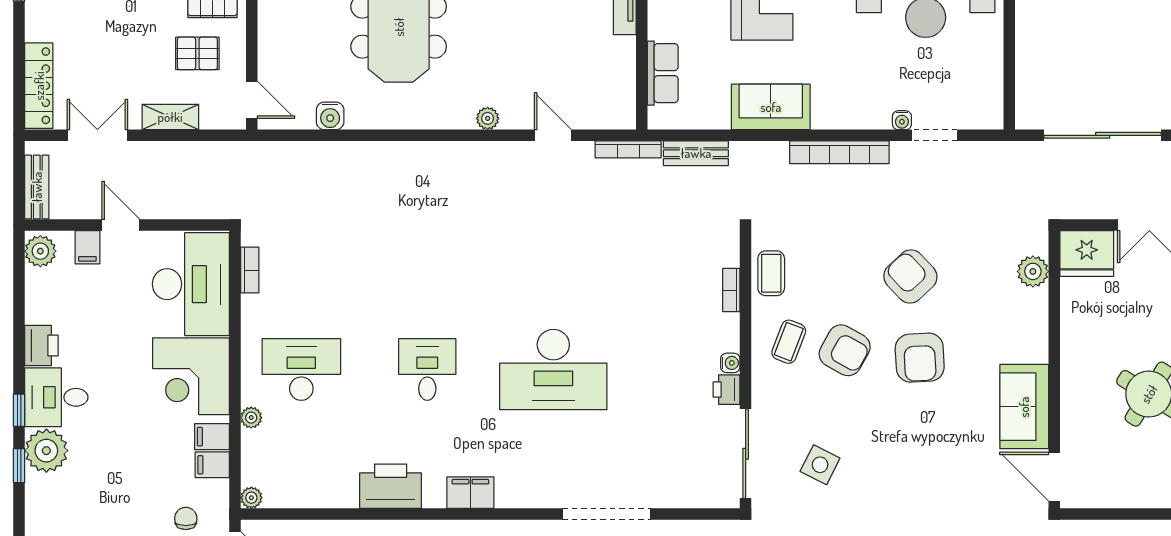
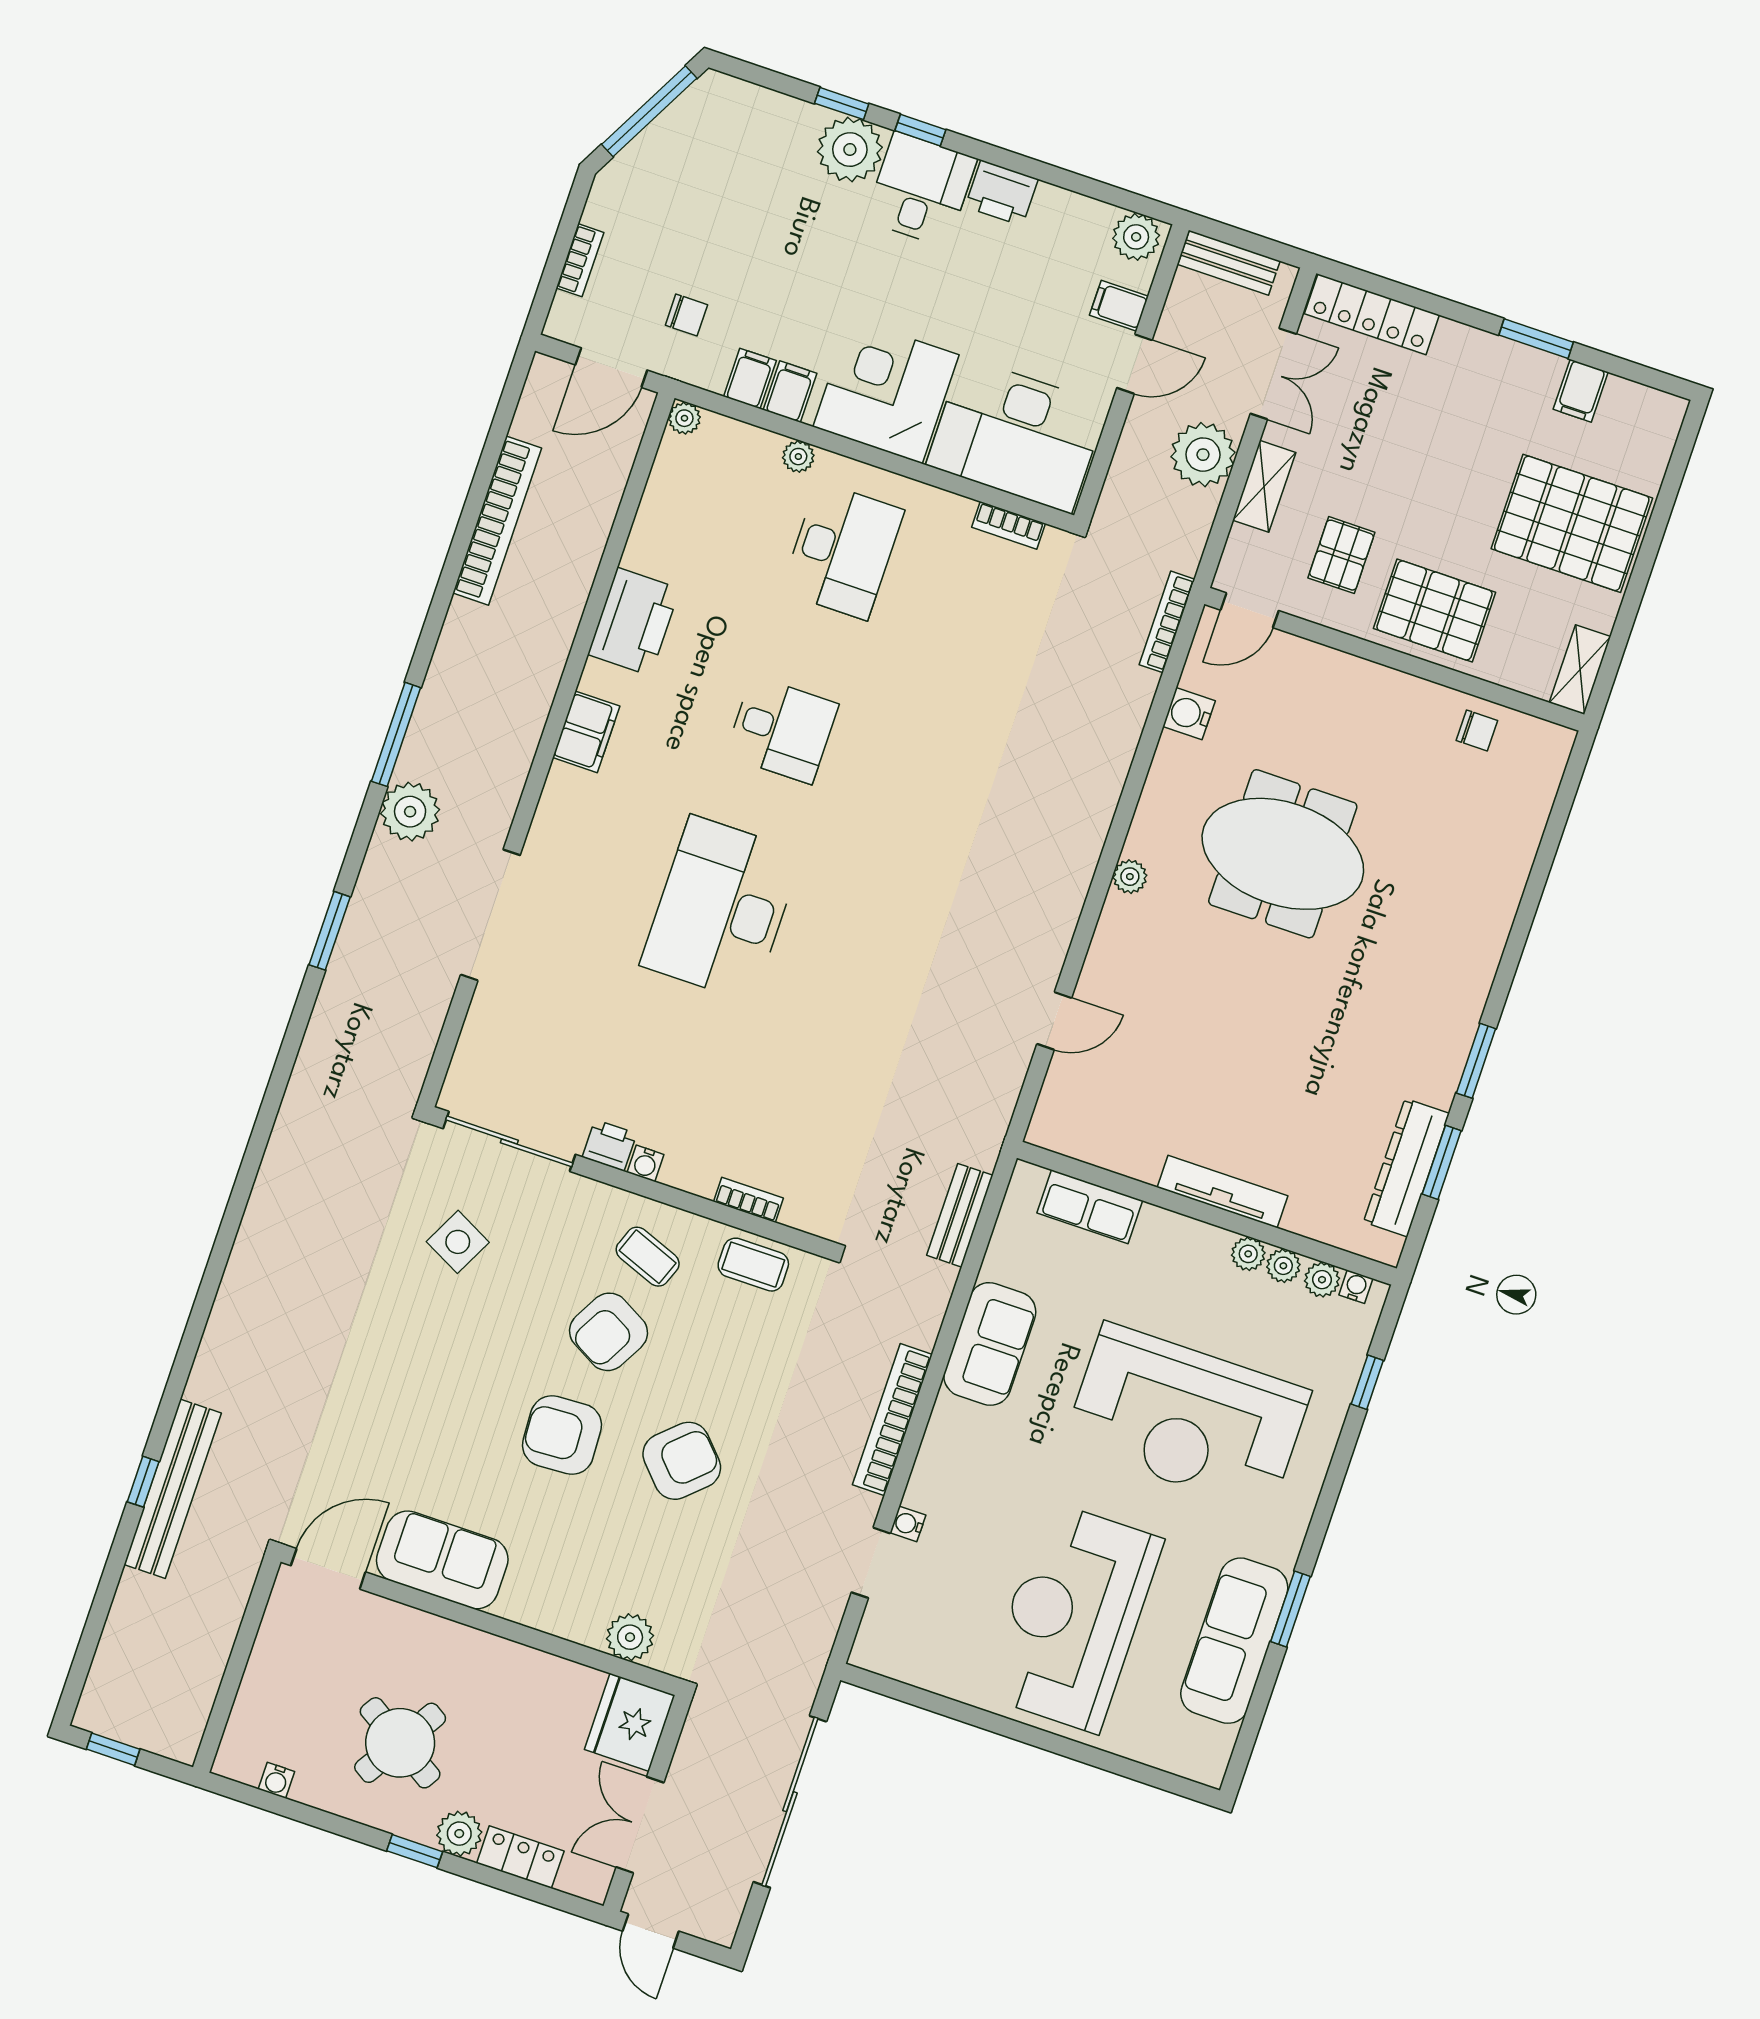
plant: (488, 118) -> (1130, 877), moved
bookcase: (628, 149) -> (1167, 622), moved
plant: (163, 162) -> (1203, 455), added

